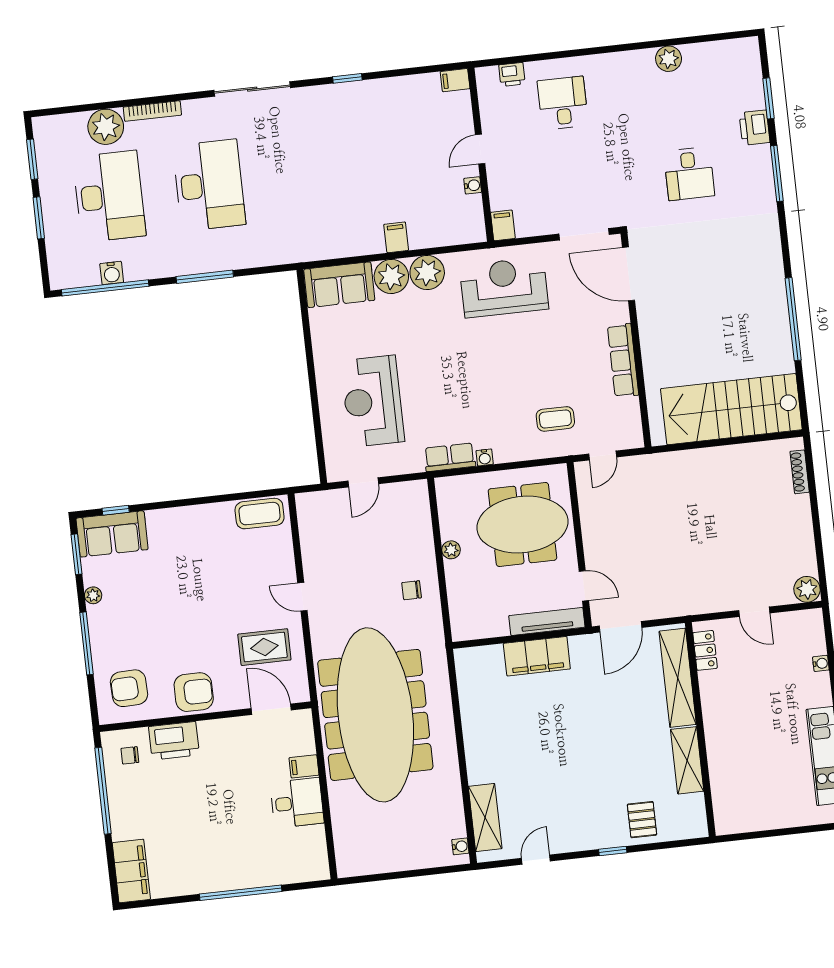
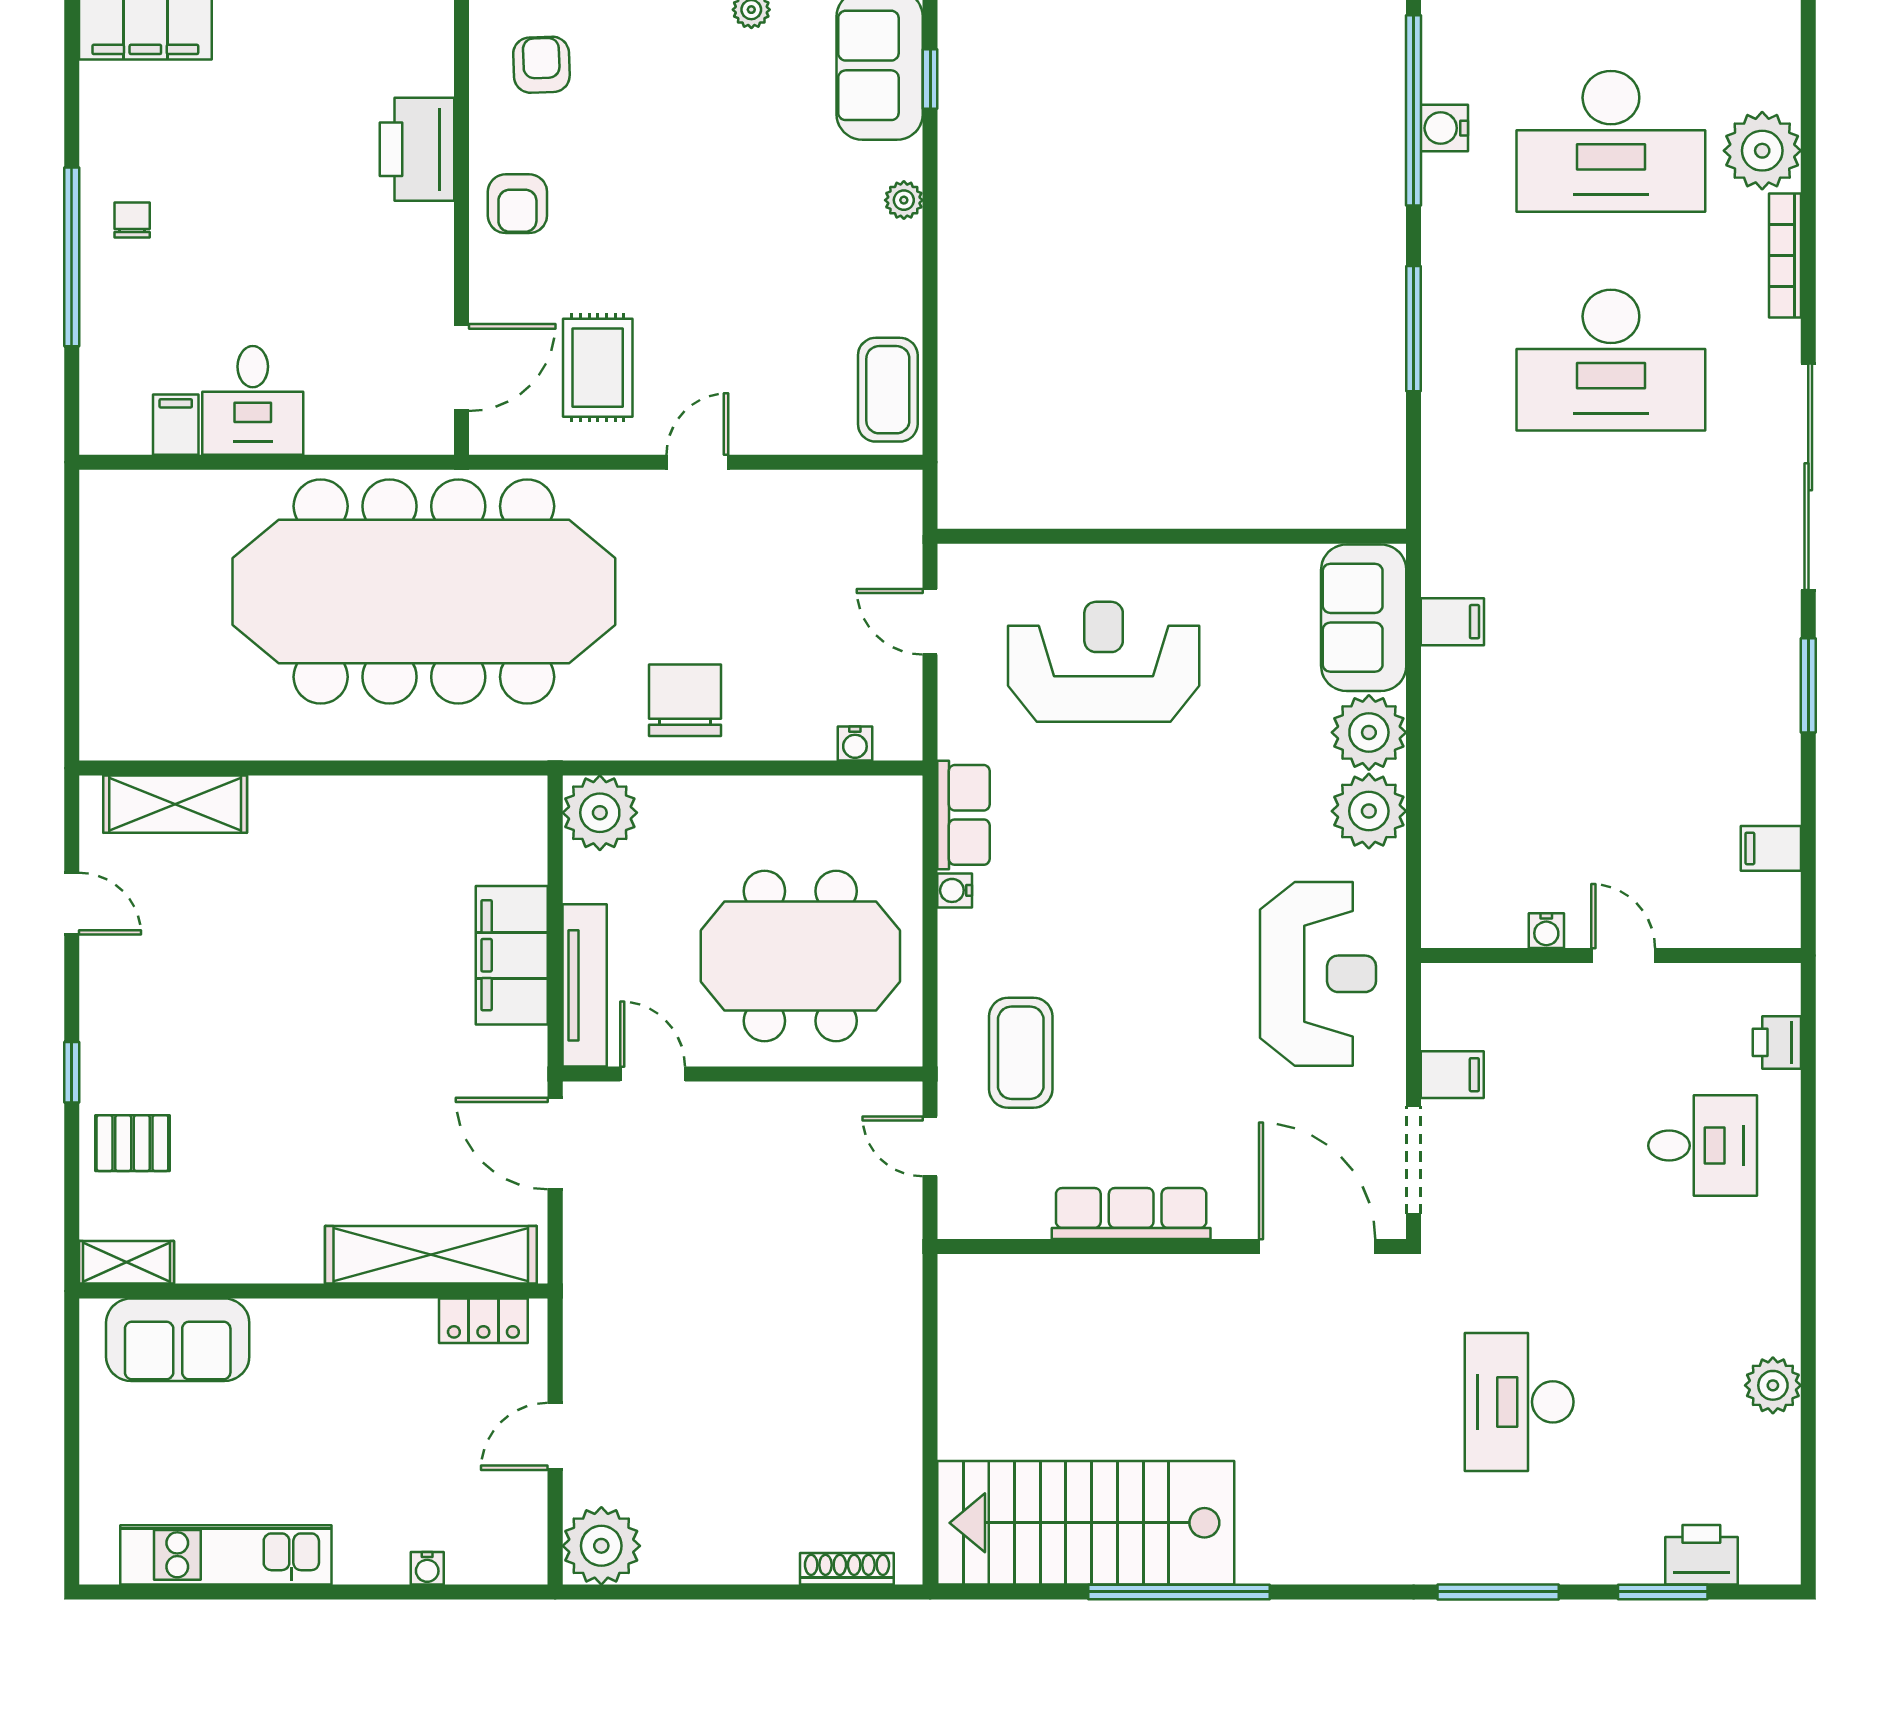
window: (347, 78) -> (1808, 685), width x1.50
filing cabinet: (455, 80) -> (1771, 848), moved, turned -90
sliding door: (252, 89) -> (1808, 477), width x1.36
printer: (755, 128) -> (1701, 1555), moved
desk: (689, 174) -> (1519, 1402), width x1.37
filing cabinet: (503, 225) -> (1452, 1075), moved
filing cabinet: (396, 237) -> (1452, 622), moved
door: (629, 274) -> (1317, 1247), hinge flipped
stairs: (731, 409) -> (1086, 1523), moved, turned -90
coffee table: (555, 419) -> (1021, 1053), width x1.36, depth x1.30
plant: (172, 516) -> (904, 200), added
meeting table: (522, 524) -> (800, 956), turned 90
plant: (451, 550) -> (600, 813), moved, width x1.88, depth x1.88
door: (584, 586) -> (653, 1074), swing flipped
plant: (807, 589) -> (601, 1546), width x1.36, depth x1.36
chair: (412, 590) -> (685, 700), width x1.87, depth x1.87
armchair: (129, 688) -> (541, 65), width x0.72, depth x0.72
armchair: (194, 692) -> (517, 204), width x0.72, depth x0.72
chair: (130, 755) -> (132, 220), moved
shelving: (687, 760) -> (126, 1262), moved, width x0.67, depth x0.75
filing cabinet: (304, 766) -> (176, 425), moved
sofa: (729, 789) -> (178, 1340), added
water cooler: (460, 846) -> (855, 744), moved

